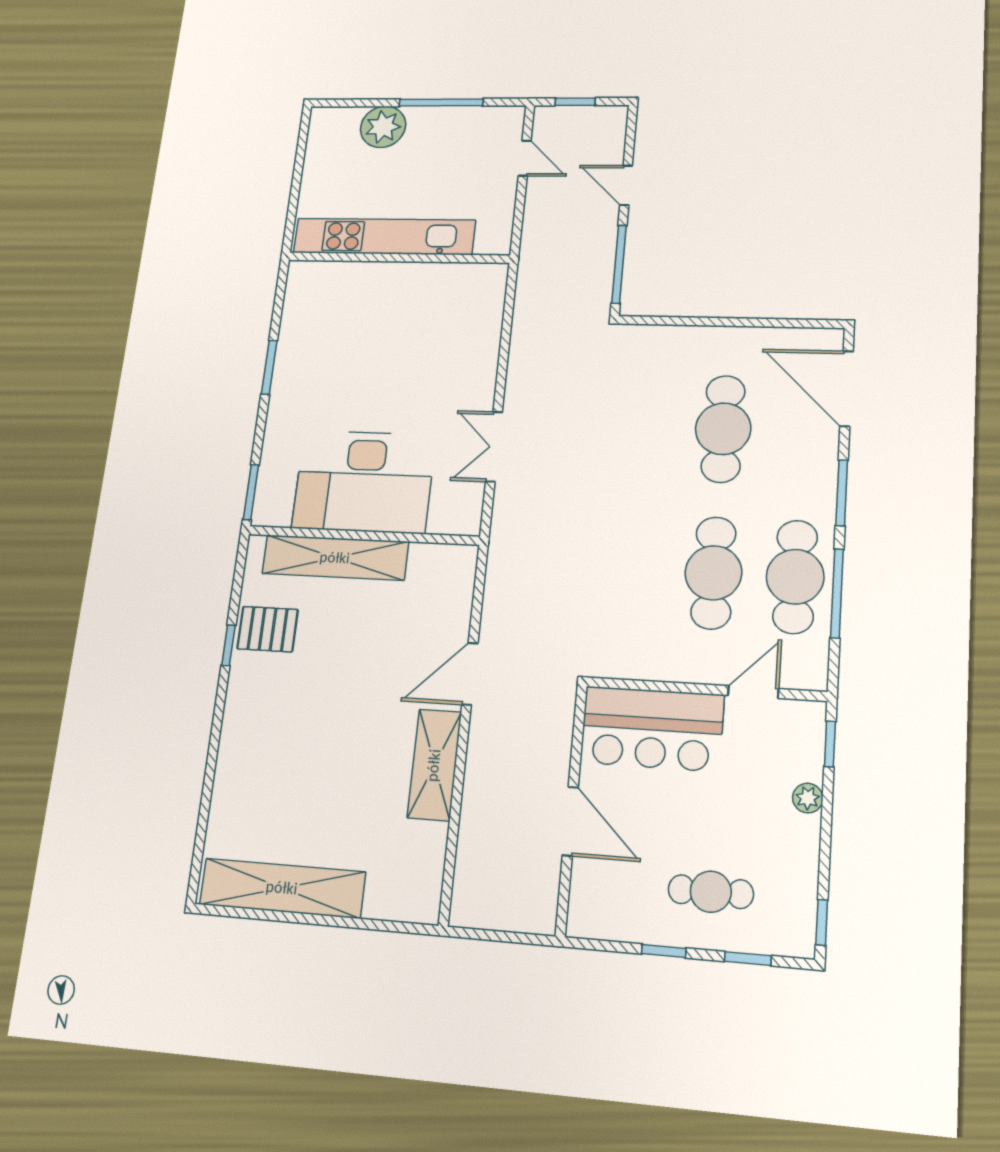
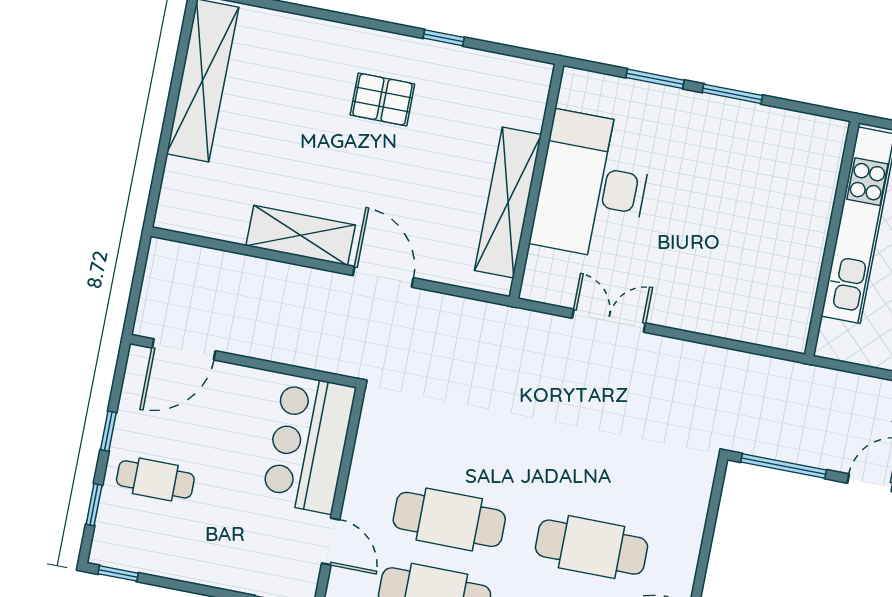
window: (251, 492) -> (655, 79), moved
shelving: (335, 558) -> (508, 203), moved
pallet: (268, 629) -> (382, 99), moved, turned 90
plant: (808, 798) -> (228, 577), removed
door: (570, 821) -> (184, 349), moved
cafe table: (711, 892) -> (155, 479), turned 90

